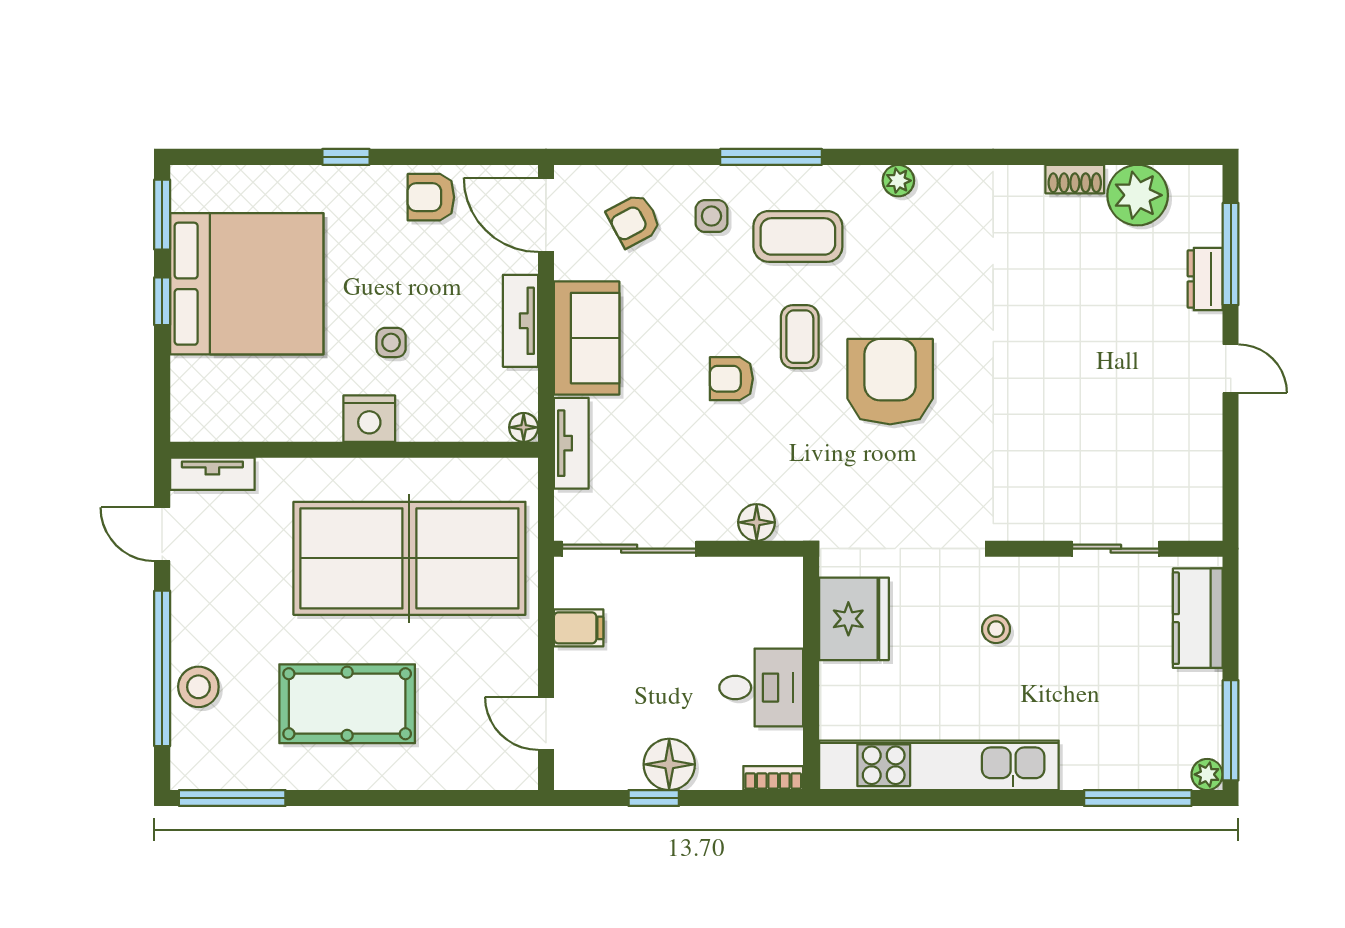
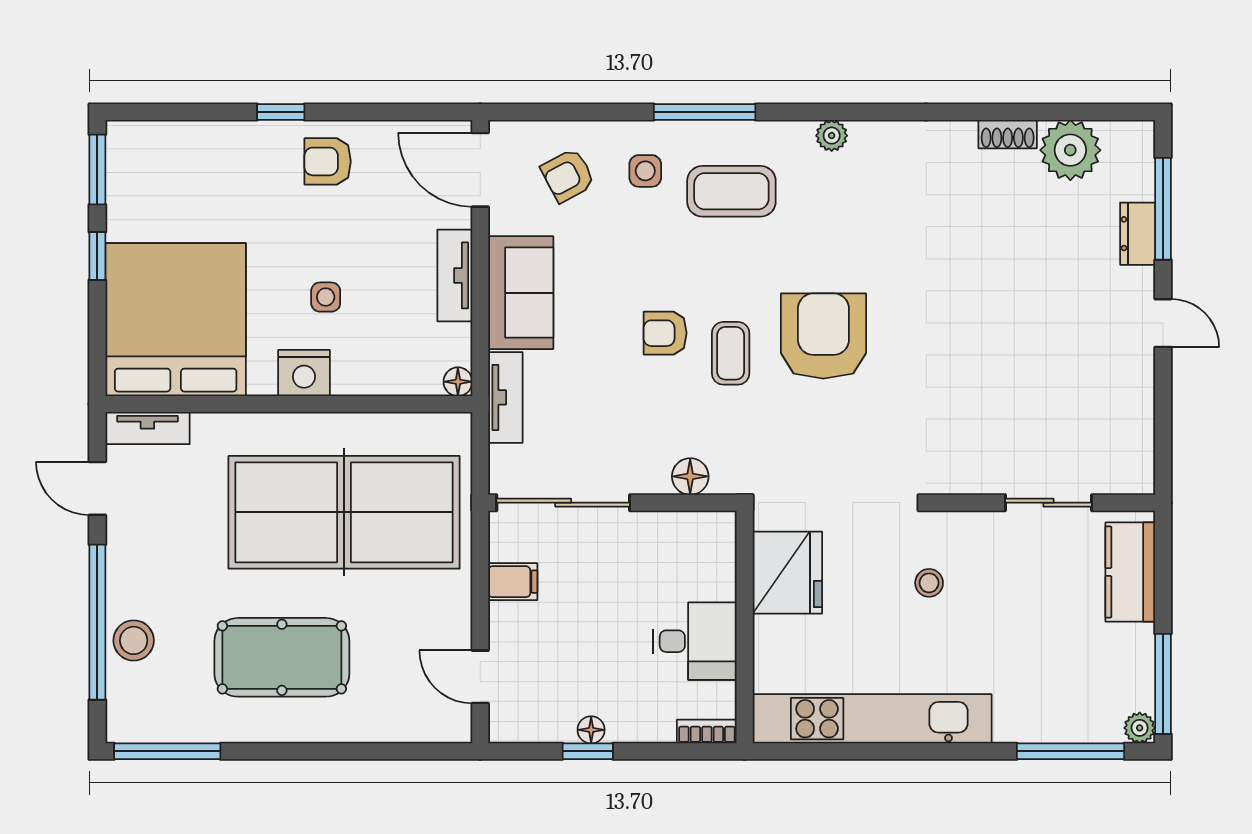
armchair: (431, 197) -> (328, 161), moved
bed: (247, 284) -> (176, 320), moved, turned -90
coffee table: (800, 337) -> (731, 353), moved
floor lamp: (669, 764) -> (591, 730), width x0.53, depth x0.53

